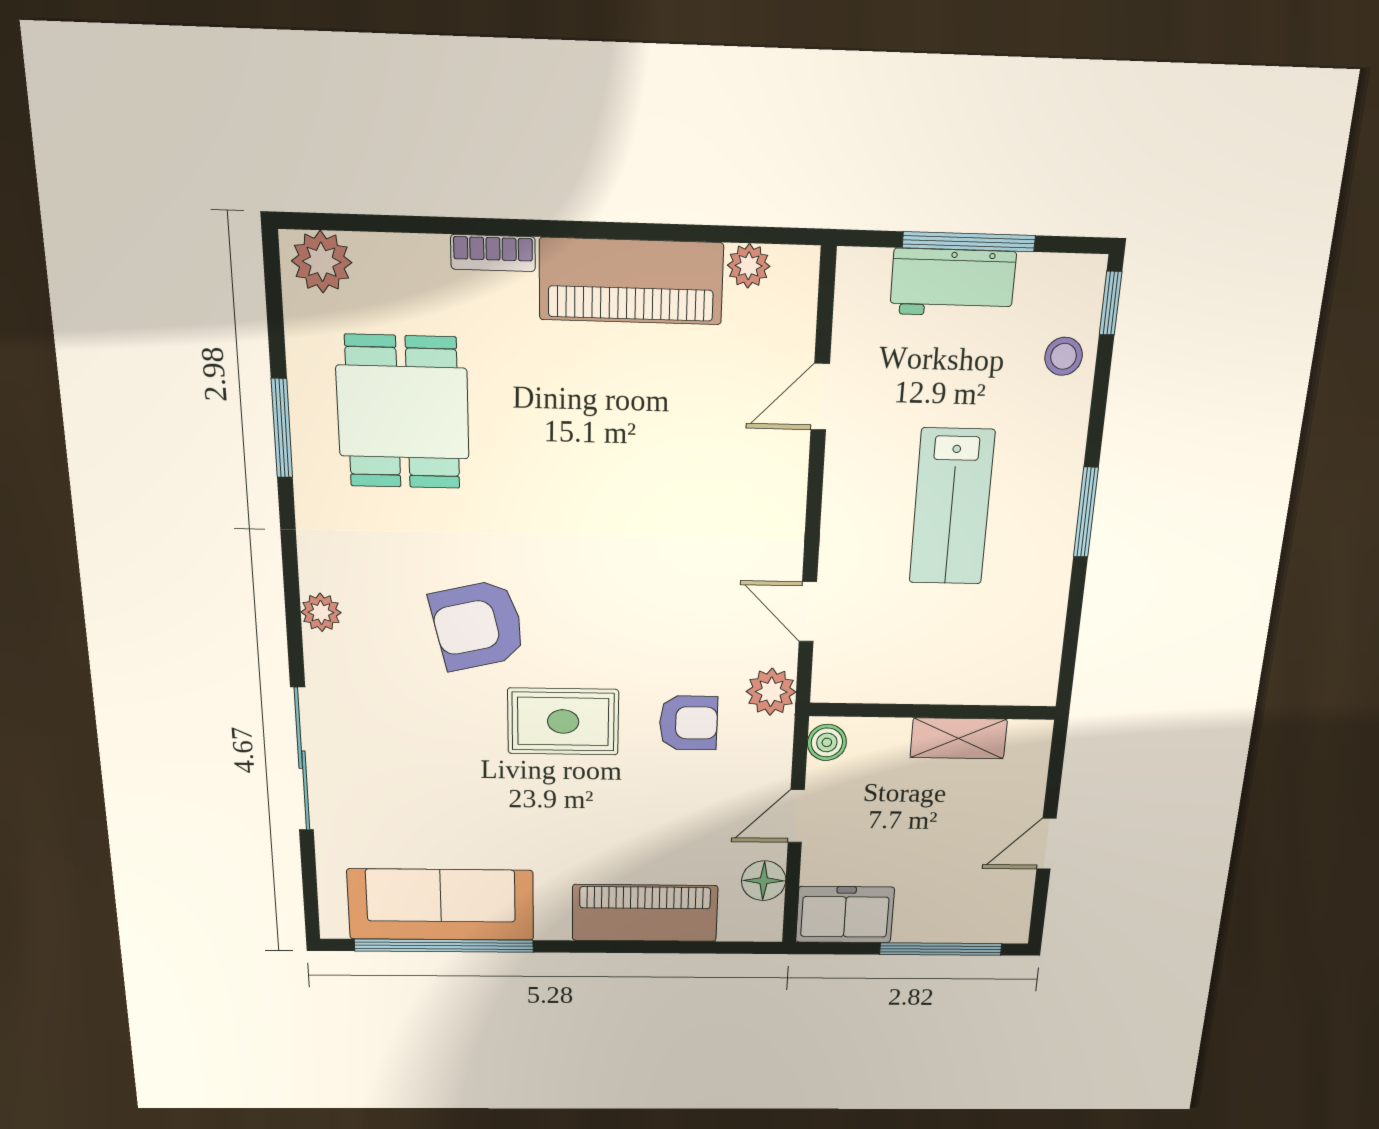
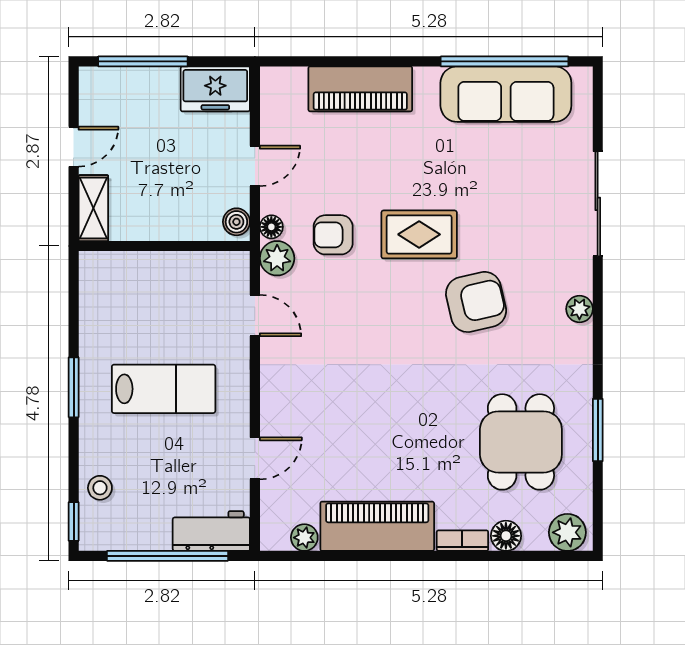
window: (969, 242) -> (167, 556), width x1.46
floor lamp: (422, 259) -> (506, 536), added
workbench: (953, 283) -> (211, 531), moved
lab bench: (952, 507) -> (164, 389), turned 90
shelving: (959, 738) -> (93, 208), moved, turned 90
floor lamp: (764, 881) -> (271, 227), moved, width x0.73, depth x0.73

